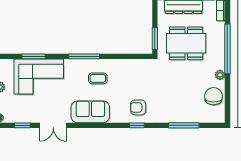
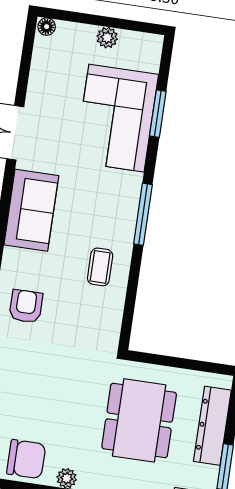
window: (155, 39) -> (158, 360), removed
coffee table: (98, 78) -> (100, 267), moved
window: (22, 125) -> (24, 71), removed

